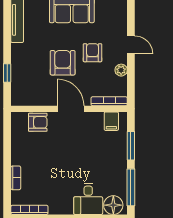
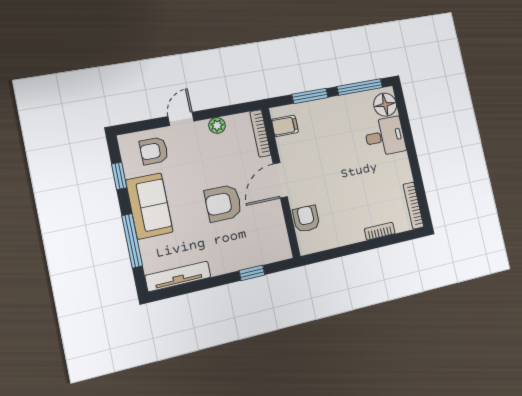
armchair: (92, 53) -> (154, 151), moved

